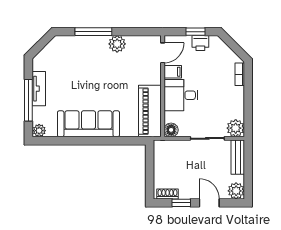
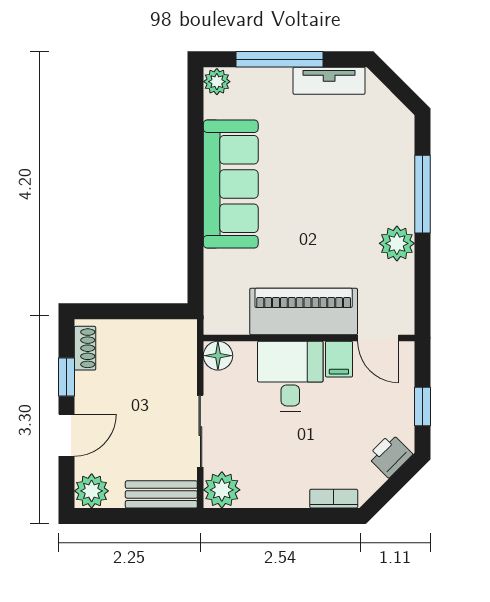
printer: (200, 43) -> (390, 455), moved, turned 45
tv unit: (39, 89) -> (329, 81), moved
piano: (150, 111) -> (304, 311), moved

